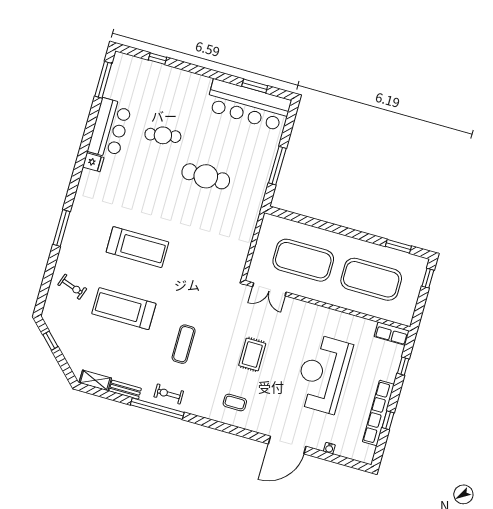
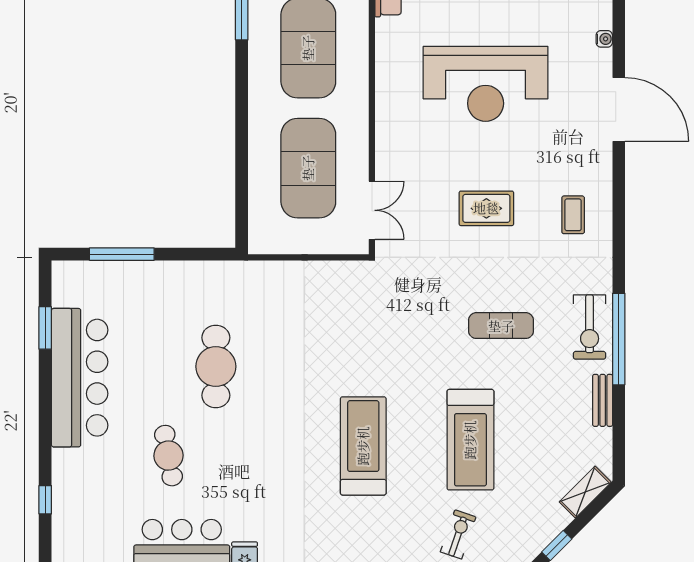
bar counter: (248, 105) -> (80, 378), moved
window: (277, 166) -> (122, 254), moved
shelving: (95, 380) -> (585, 492), moved, turned 45
exercise bike: (169, 394) -> (590, 327), width x1.38, depth x1.39

